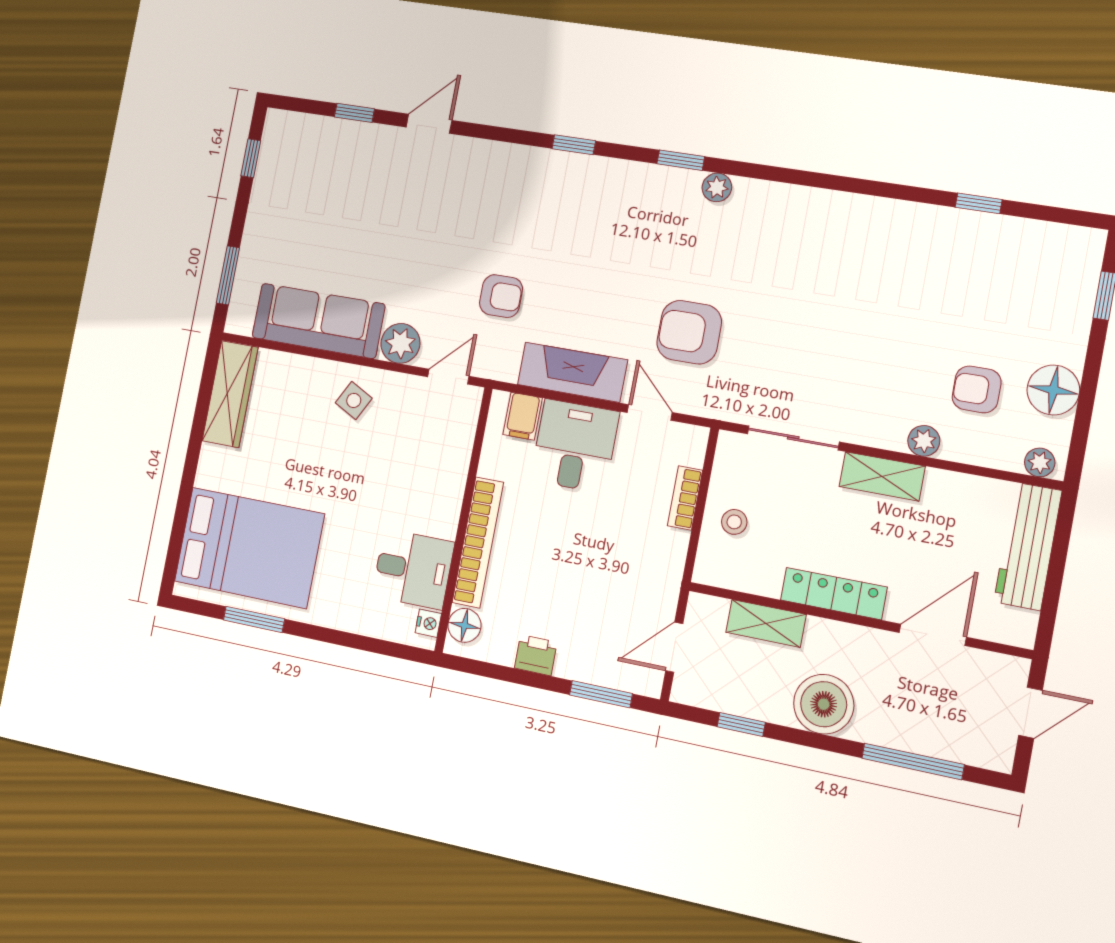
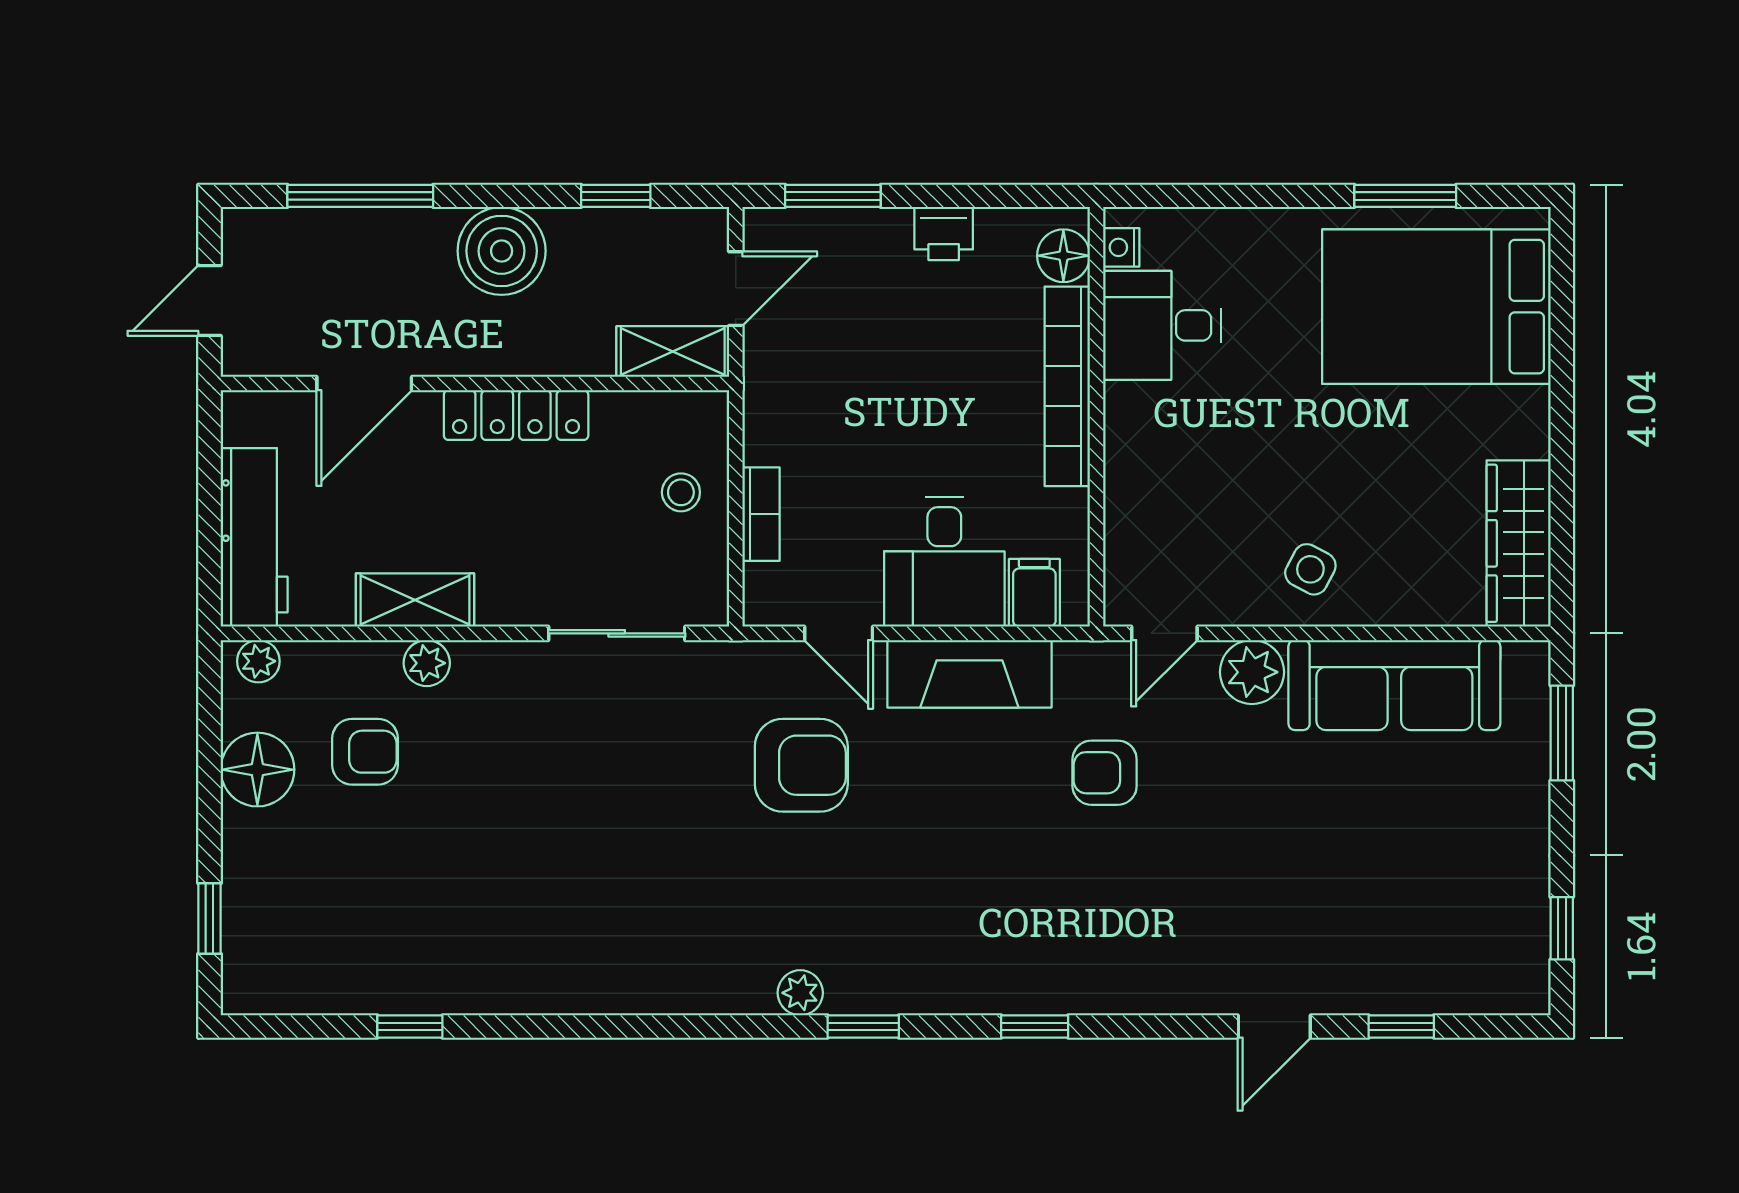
shelving: (882, 476) -> (415, 600), moved
shelving: (766, 623) -> (673, 352), moved

